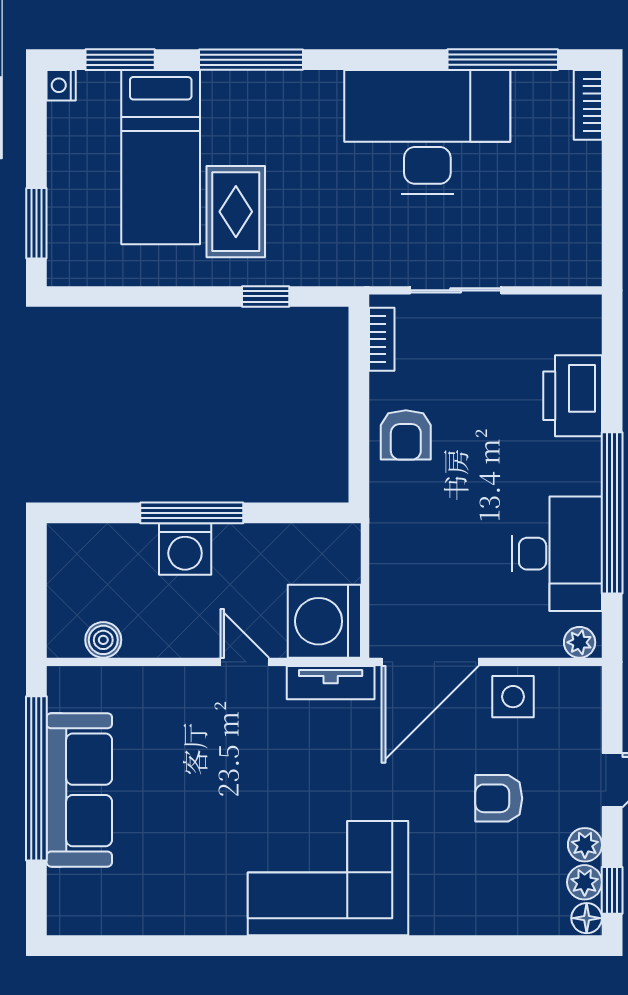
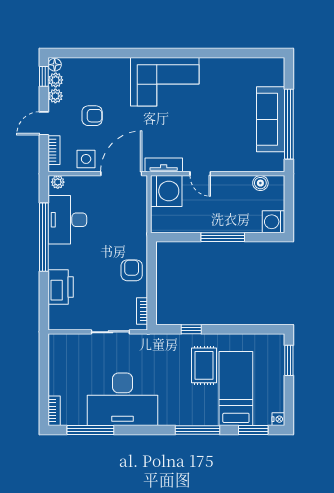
washing machine: (185, 549) -> (273, 222), moved, turned -90
bookcase: (588, 717) -> (54, 150), added

